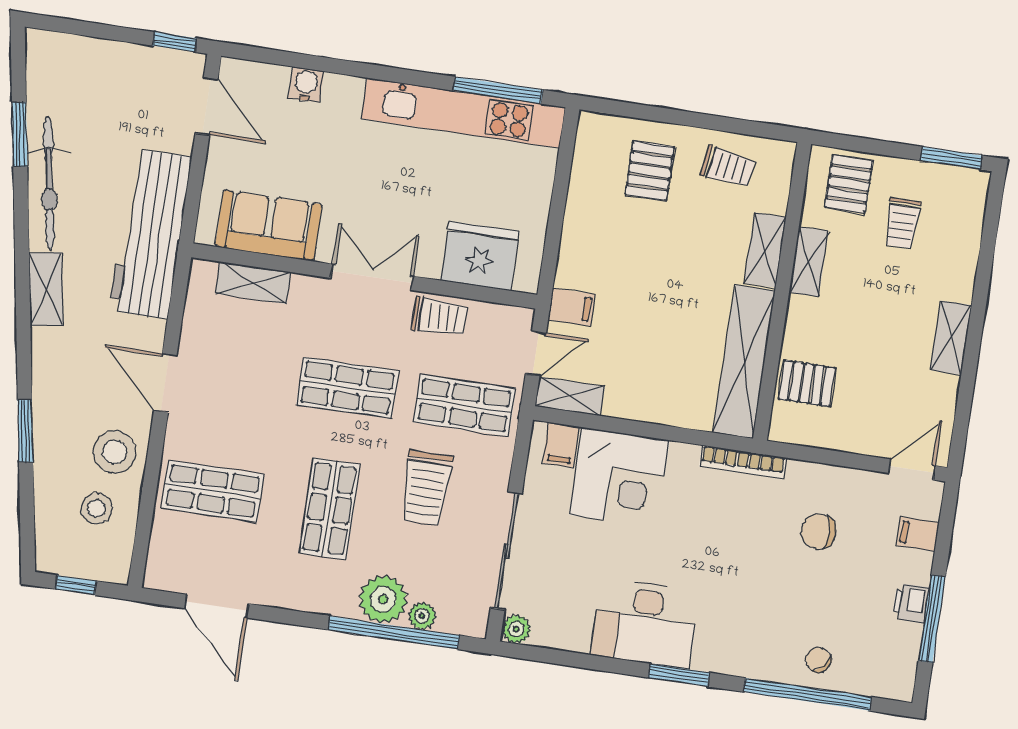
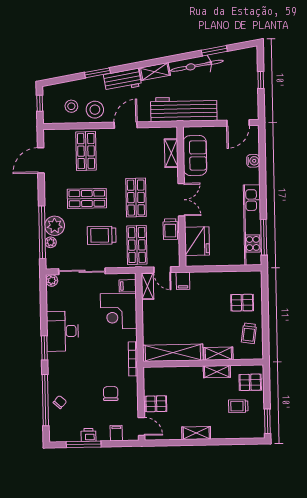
window: (175, 42) -> (261, 80), moved
workbench: (54, 372) -> (122, 80), added
pallet: (807, 383) -> (156, 404), moved, turned 90

